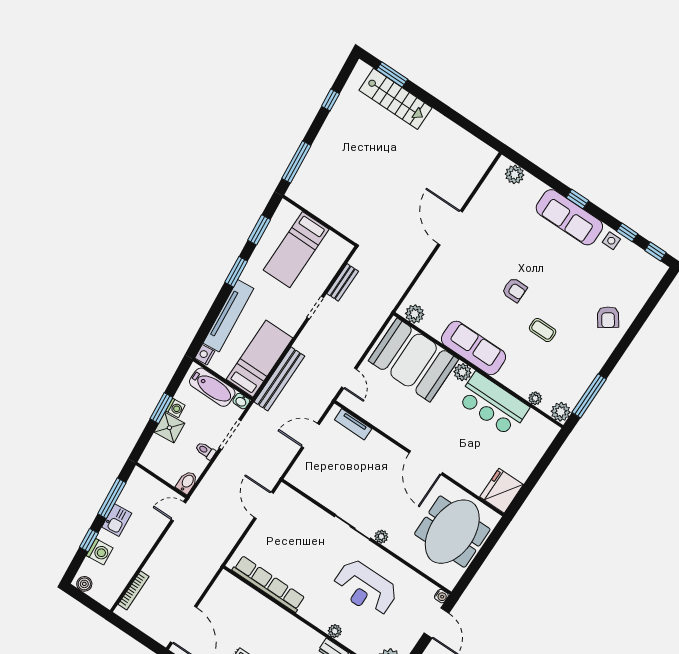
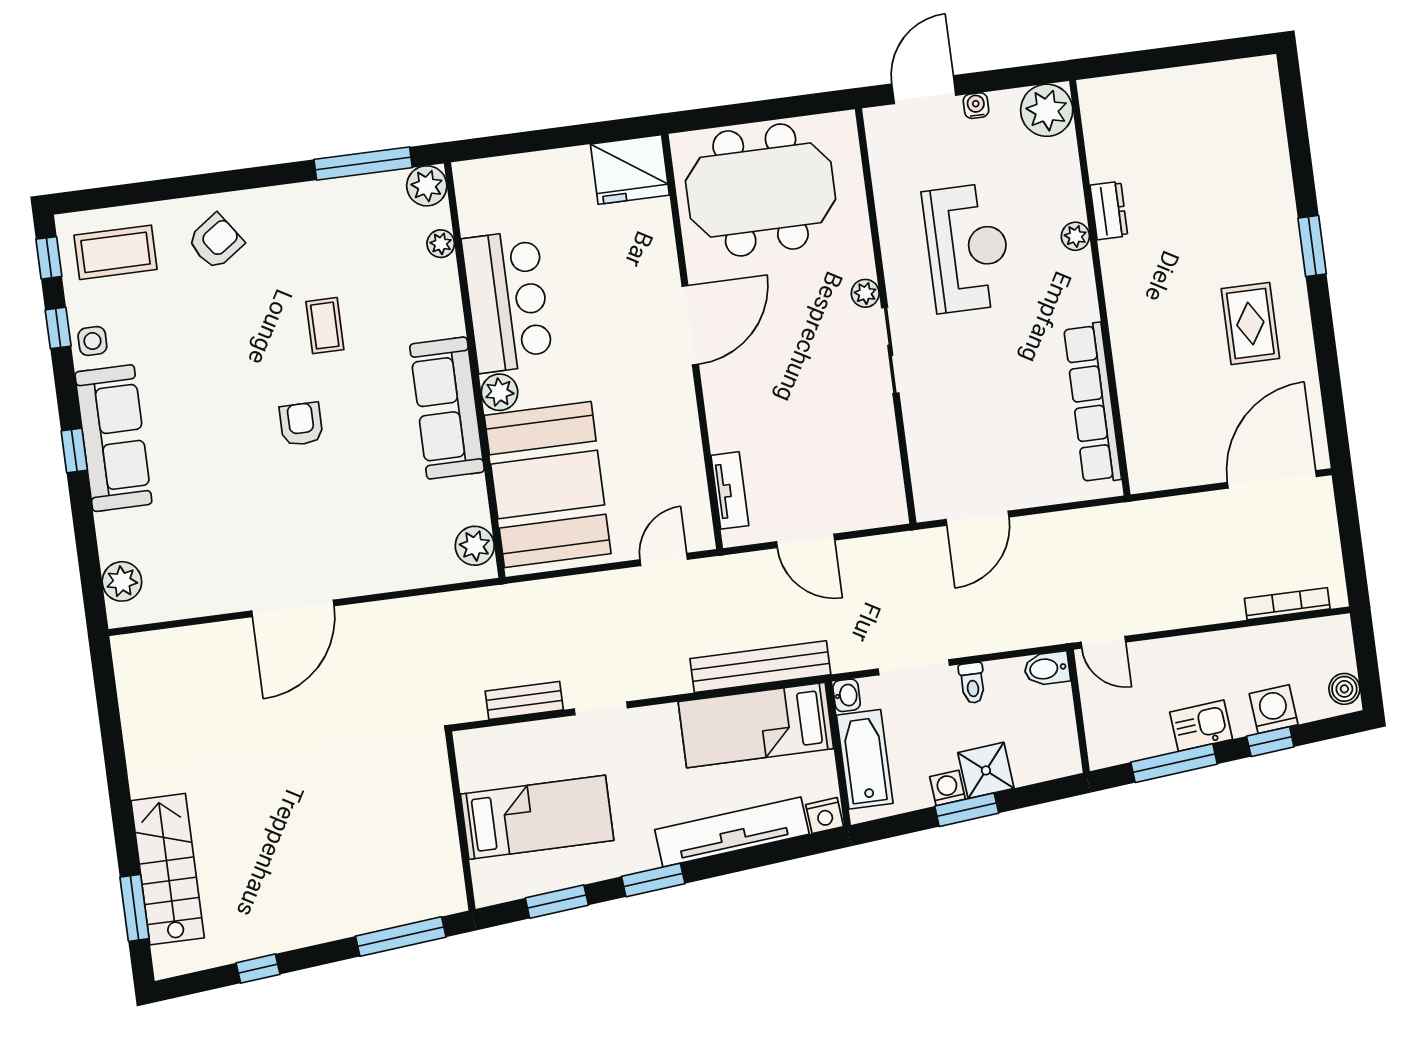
coffee table: (636, 277) -> (116, 252), added
water cooler: (441, 596) -> (976, 106), moved

